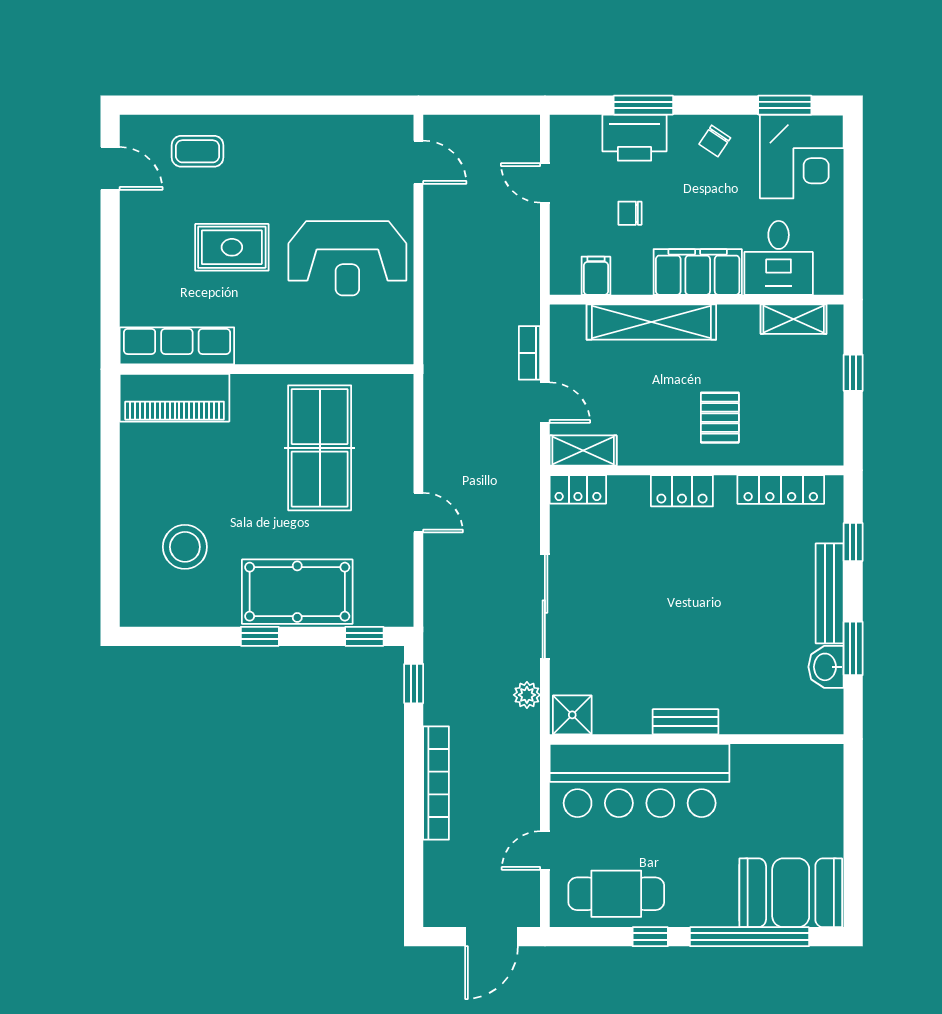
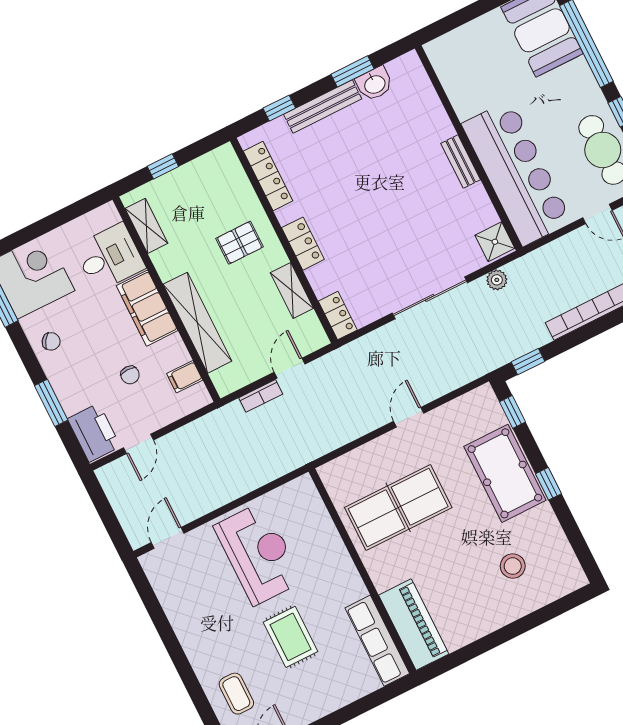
printer: (634, 138) -> (94, 433), moved
shelving: (583, 451) -> (292, 290), moved
stool: (185, 547) -> (513, 566), width x0.73, depth x0.73

